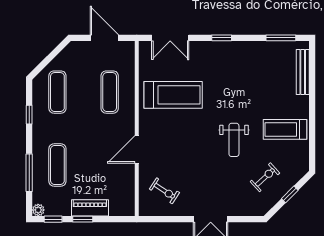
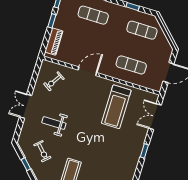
weight bench: (234, 140) -> (54, 123), moved
door: (137, 149) -> (87, 71), hinge flipped
piano: (90, 208) -> (54, 42), moved

